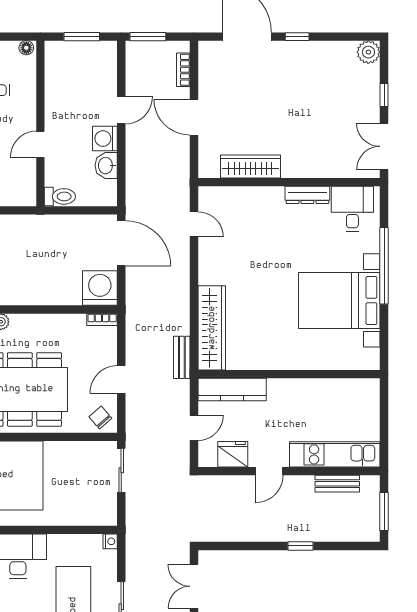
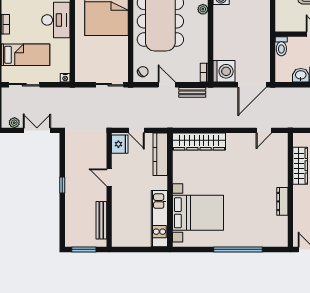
desk: (352, 209) -> (274, 230), removed
bed with nightstands: (339, 300) -> (198, 213), moved, turned 90
bench: (182, 357) -> (192, 92), moved
fridge: (233, 454) -> (120, 144), moved
kitchen unit: (335, 454) -> (159, 219), moved, turned 180
bench: (337, 484) -> (101, 220), width x1.36
window: (301, 546) -> (62, 185), moved

